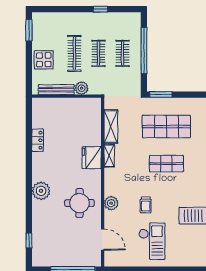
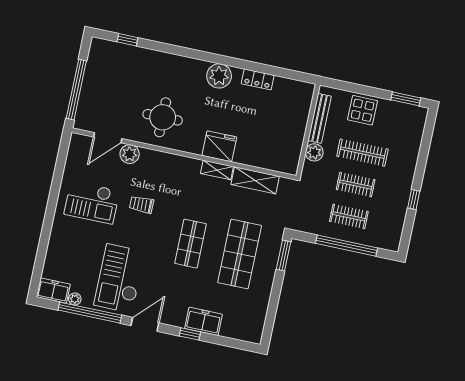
plant: (41, 191) -> (219, 76), moved
plant: (111, 203) -> (130, 154), moved

